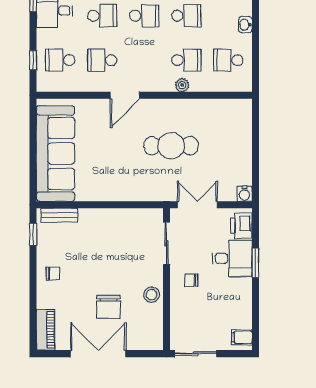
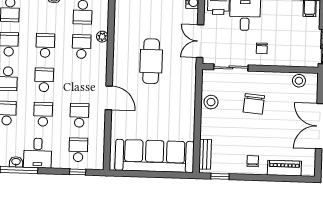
school desk: (60, 60) -> (78, 150), turned 180
school desk: (102, 60) -> (79, 115), turned 180
plant: (182, 85) -> (102, 37), moved
stool: (123, 220) -> (211, 102), added
stool: (152, 295) -> (299, 81), moved
chair: (108, 307) -> (254, 104), moved, turned 95
piano: (46, 330) -> (284, 168), moved

